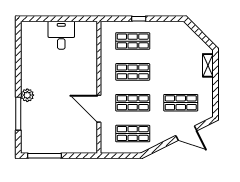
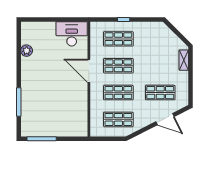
desk: (61, 35) -> (72, 34), moved, width x1.37
plant: (27, 95) -> (27, 51), moved
door: (99, 109) -> (89, 71), moved

